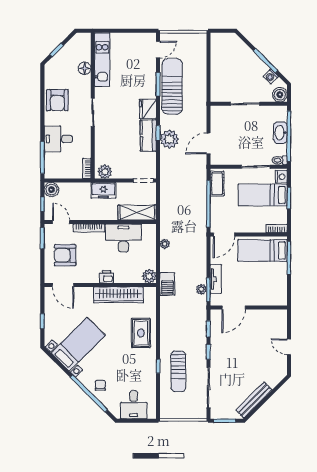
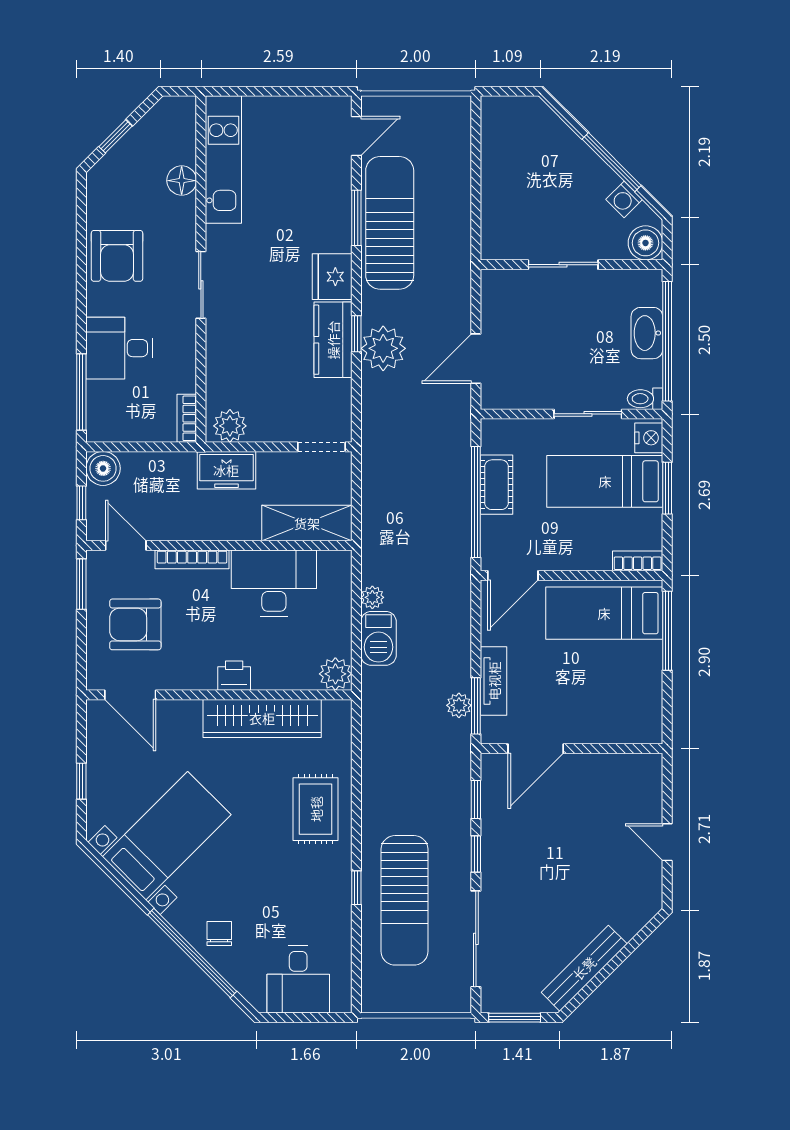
cot: (217, 184) -> (497, 485), moved
barbecue: (167, 284) -> (378, 638), moved
sun lounger: (178, 371) -> (404, 900), width x1.36, depth x1.34

